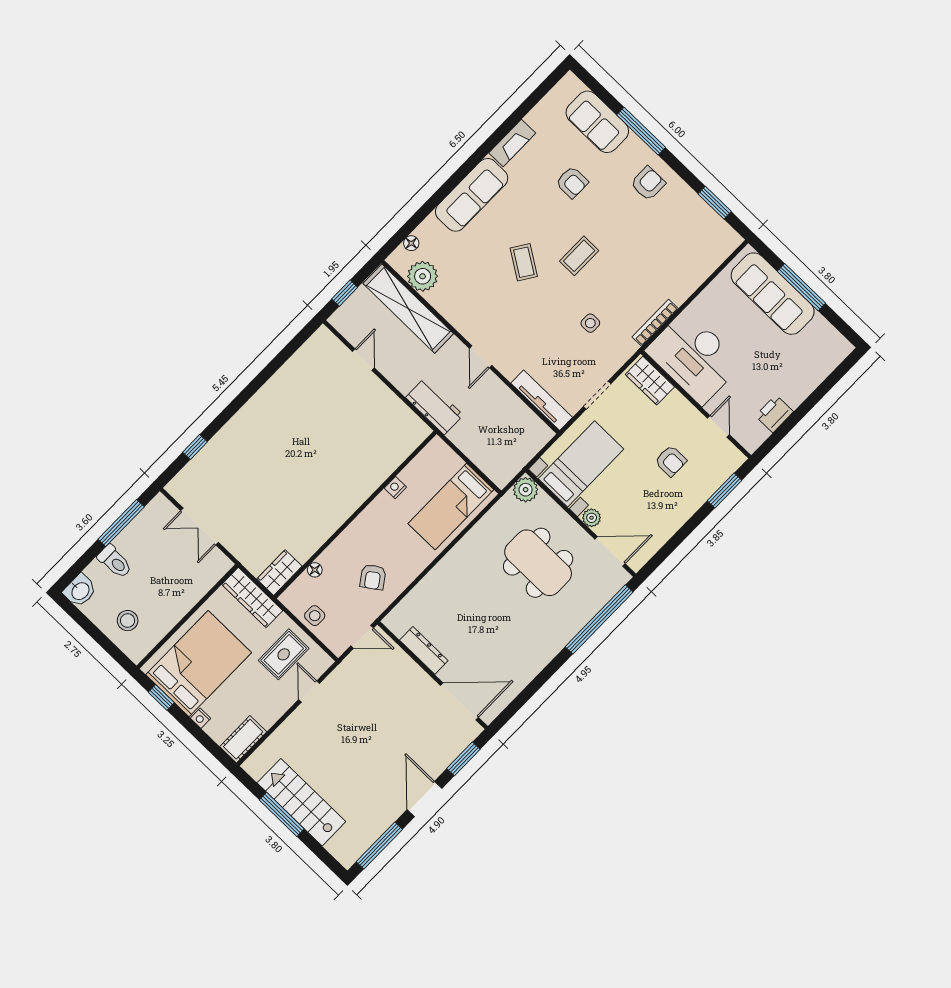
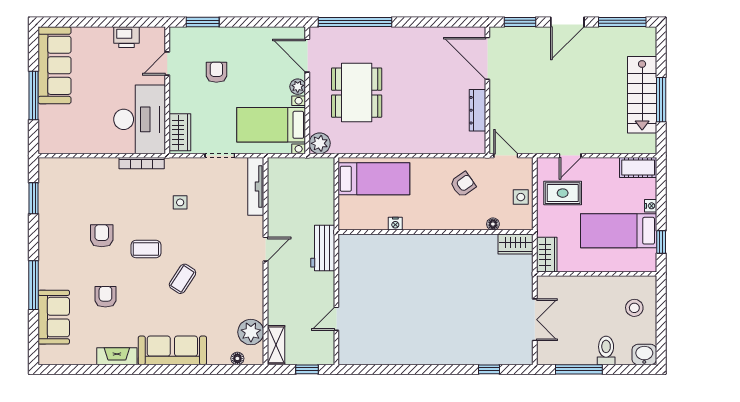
armchair: (648, 183) -> (102, 236), moved, turned 90
sofa: (773, 294) -> (54, 65), moved
shelving: (408, 309) -> (276, 345), width x0.45, depth x0.75
wardrobe: (252, 597) -> (547, 255), width x0.67
bed: (199, 664) -> (619, 231), width x0.67

